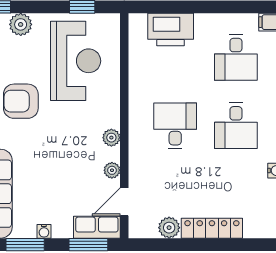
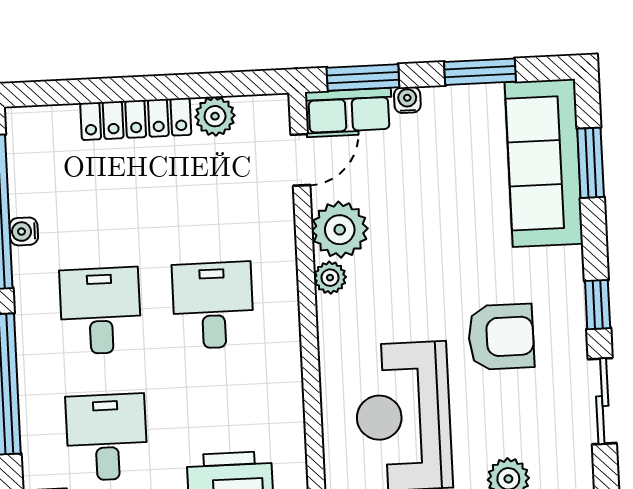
desk: (175, 126) -> (213, 305), turned 180
plant: (112, 170) -> (340, 230), width x1.87, depth x1.87
water cooler: (44, 231) -> (407, 100), moved

